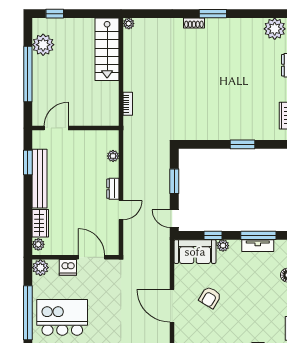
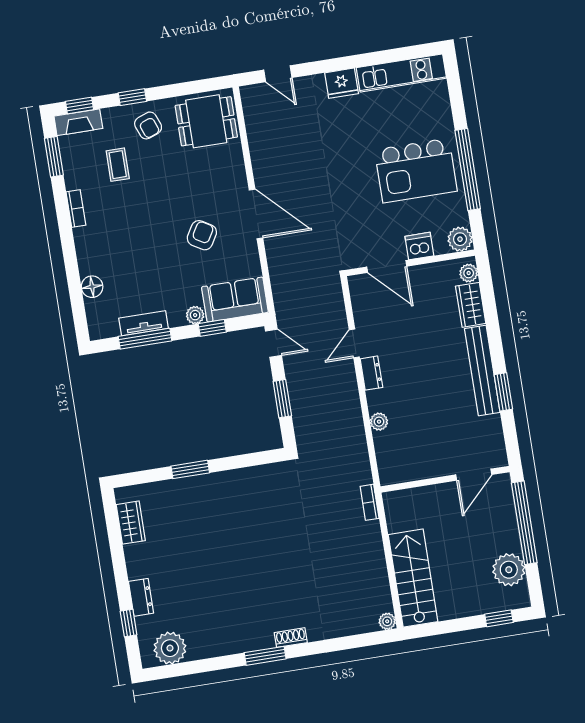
door: (56, 128) -> (474, 475), moved
wall: (76, 128) -> (445, 479), moved

